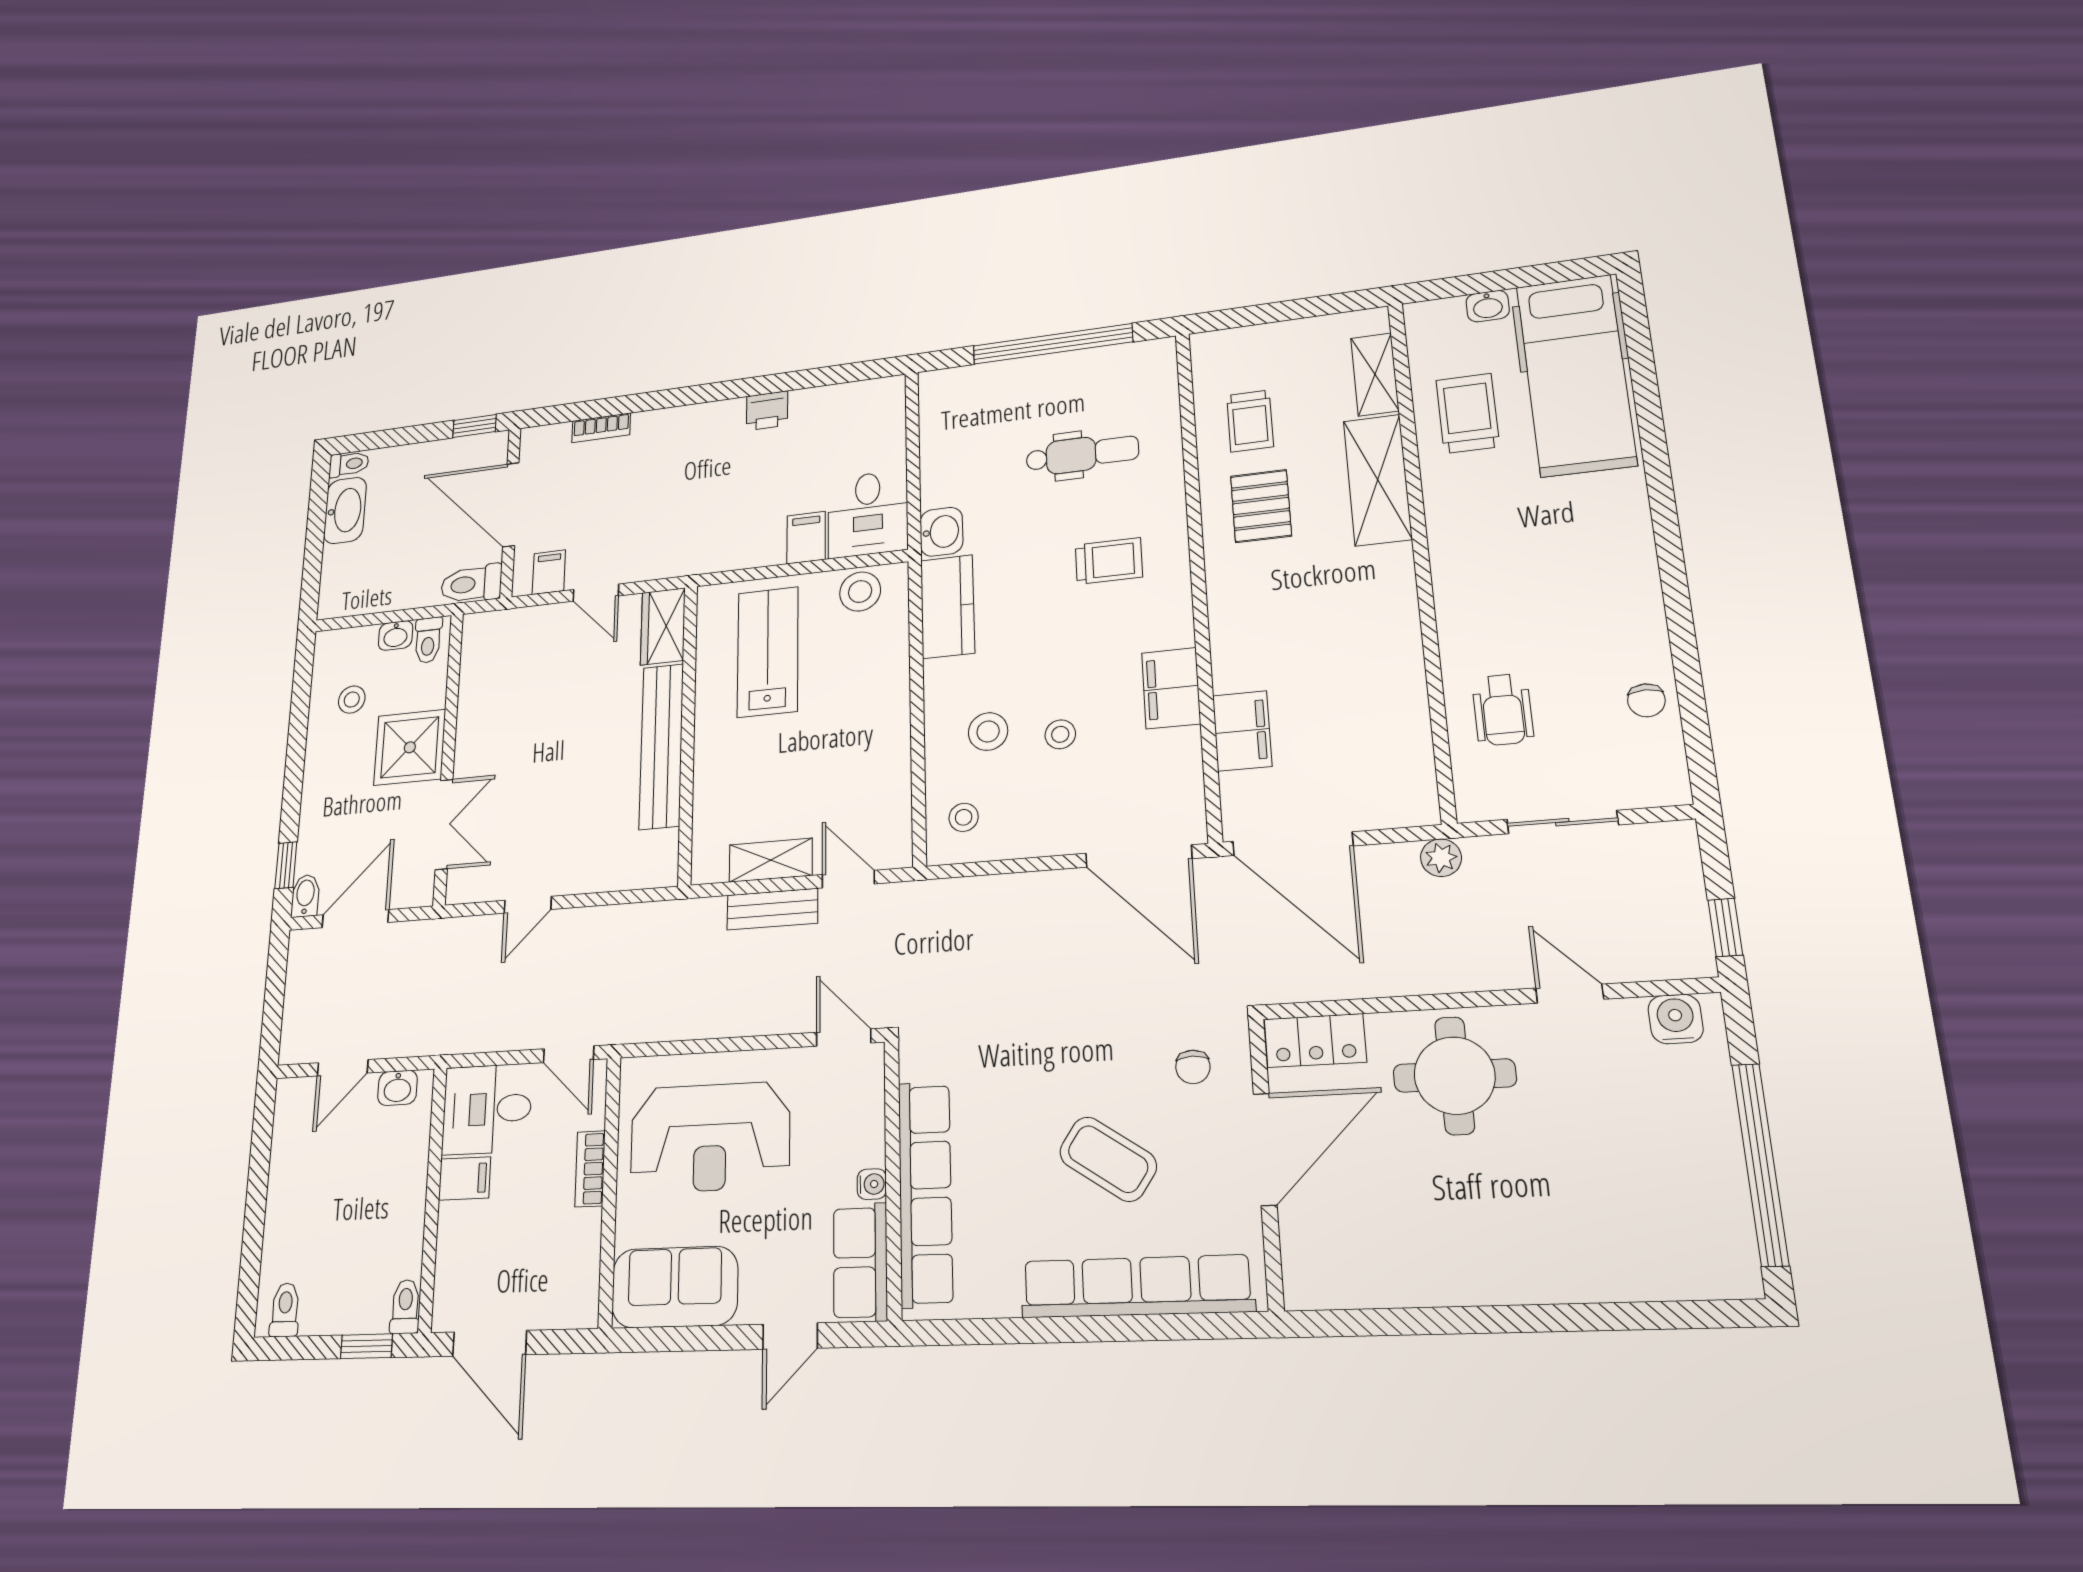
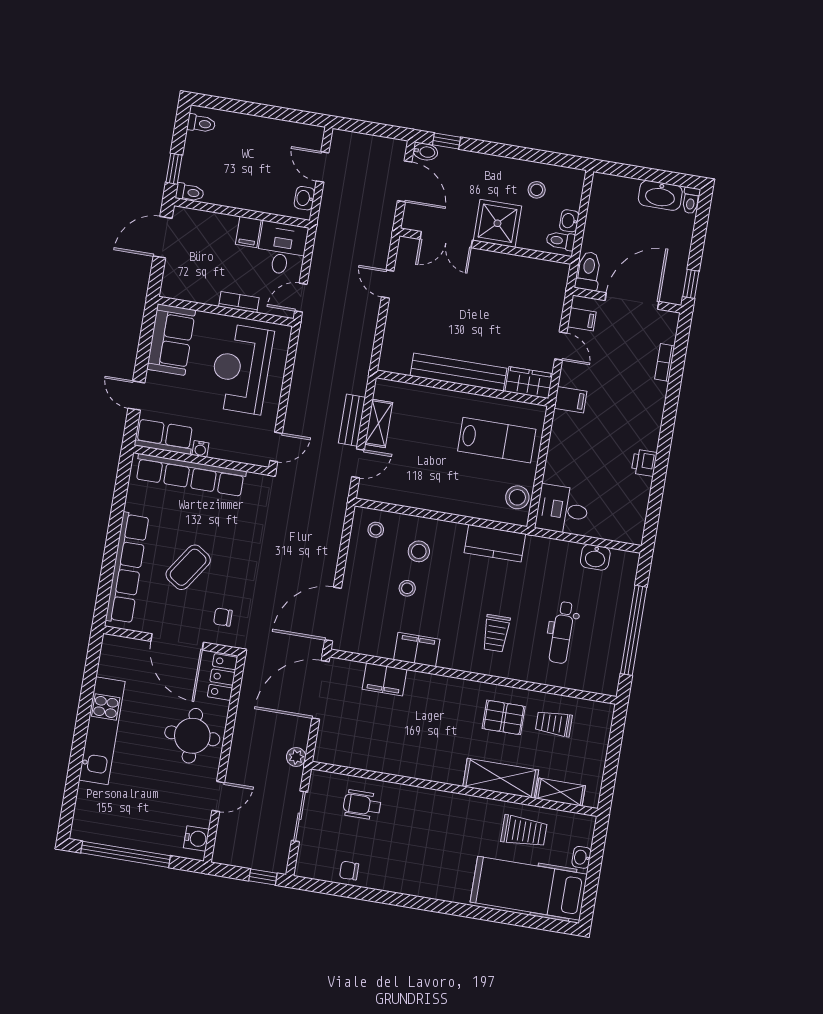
washbasin: (941, 532) -> (595, 557), moved
filing cabinet: (806, 538) -> (570, 400), moved
door: (596, 593) -> (561, 346), swing flipped
window: (1725, 927) -> (263, 877), moved
kitchen unit: (1497, 1272) -> (102, 731), added

